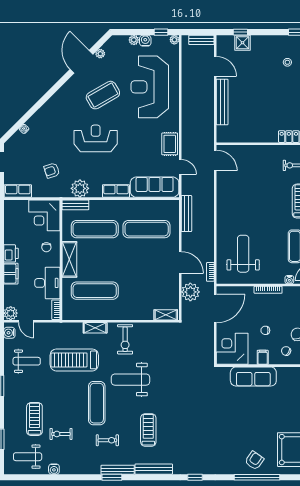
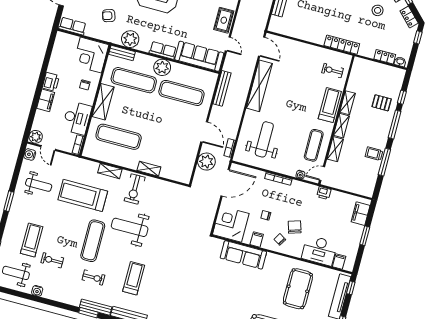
shelving: (224, 201) -> (259, 86), added
plant: (120, 208) -> (162, 67), added
shelving: (166, 315) -> (149, 169), moved

